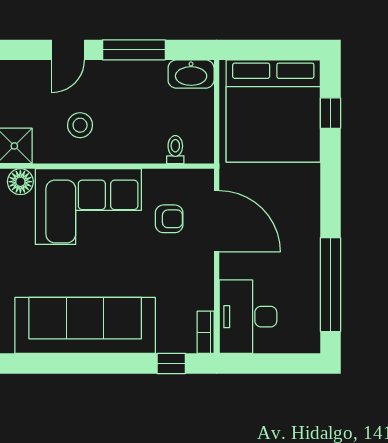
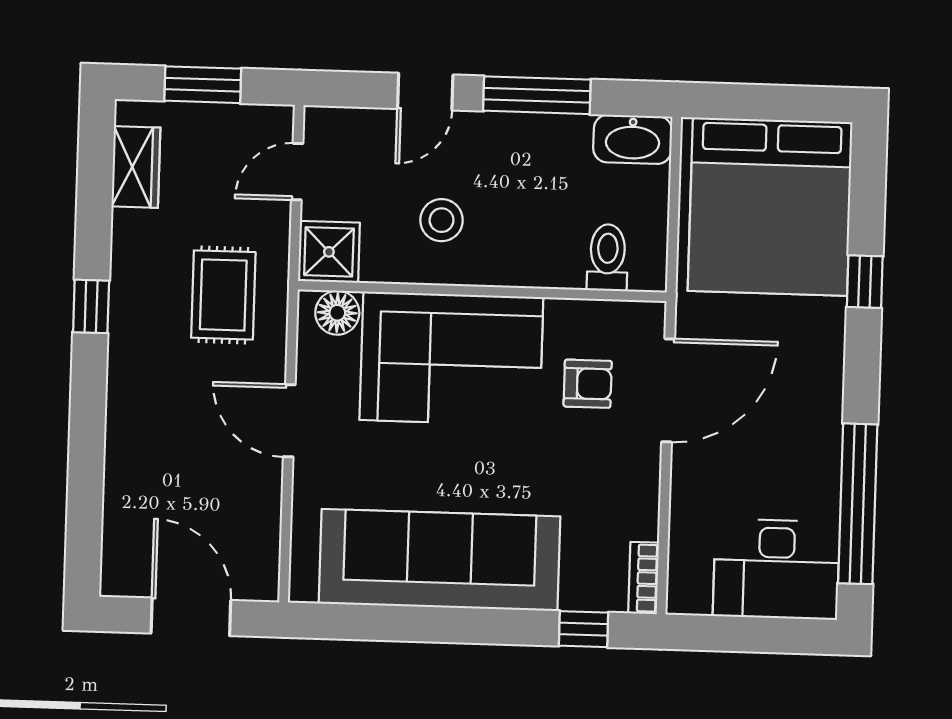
window: (330, 113) -> (865, 282), moved
toilet: (175, 150) -> (608, 258), width x1.37, depth x1.39
door: (217, 221) -> (668, 390), hinge flipped
desk: (248, 317) -> (776, 569), moved, turned -90

